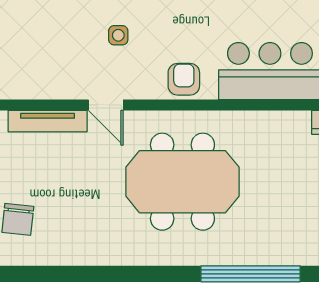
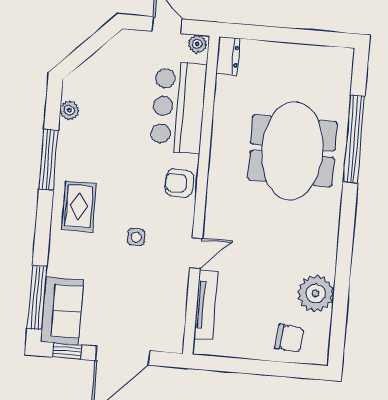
meeting table: (182, 182) -> (292, 151), moved
plant: (71, 245) -> (316, 293), added

